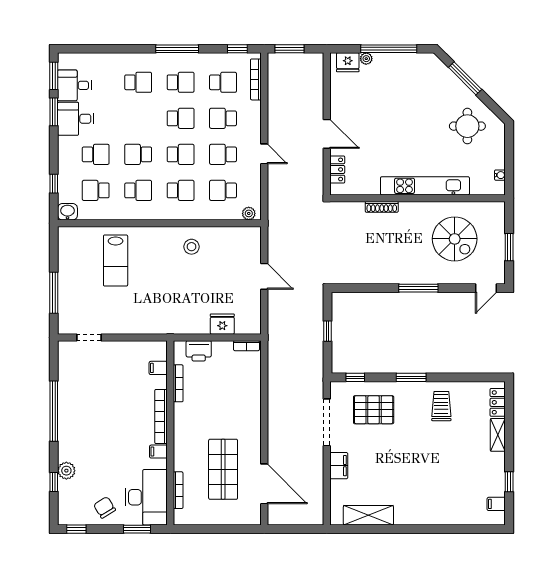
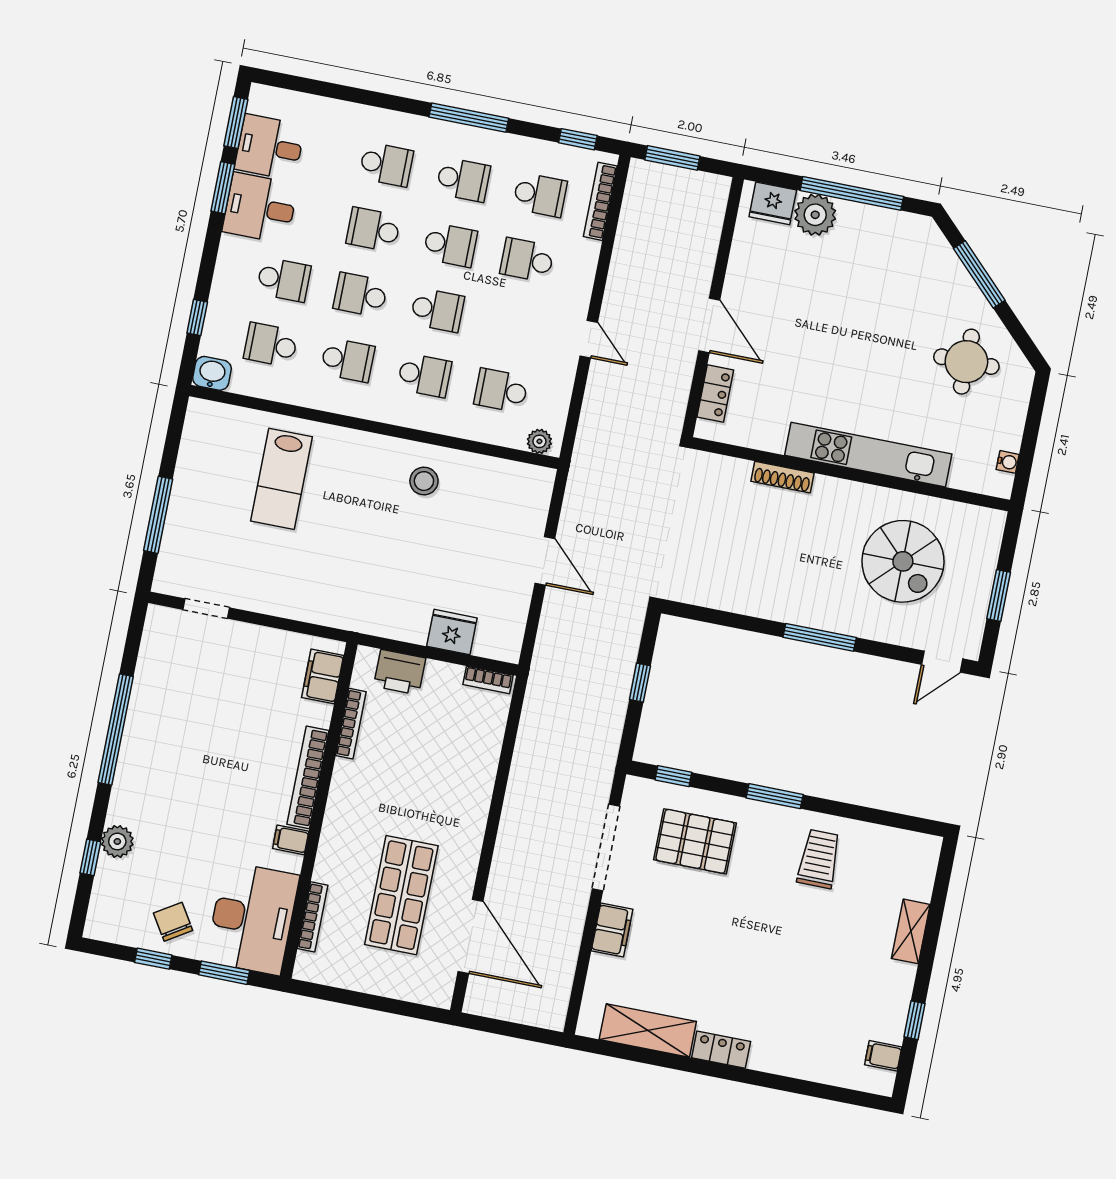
plant: (366, 59) -> (815, 215), width x1.88, depth x1.88
school desk: (223, 154) -> (373, 230), moved
filing cabinet: (158, 368) -> (323, 676), width x2.00
locker: (498, 402) -> (721, 1050), moved, turned 90
window: (76, 529) -> (153, 959), moved

